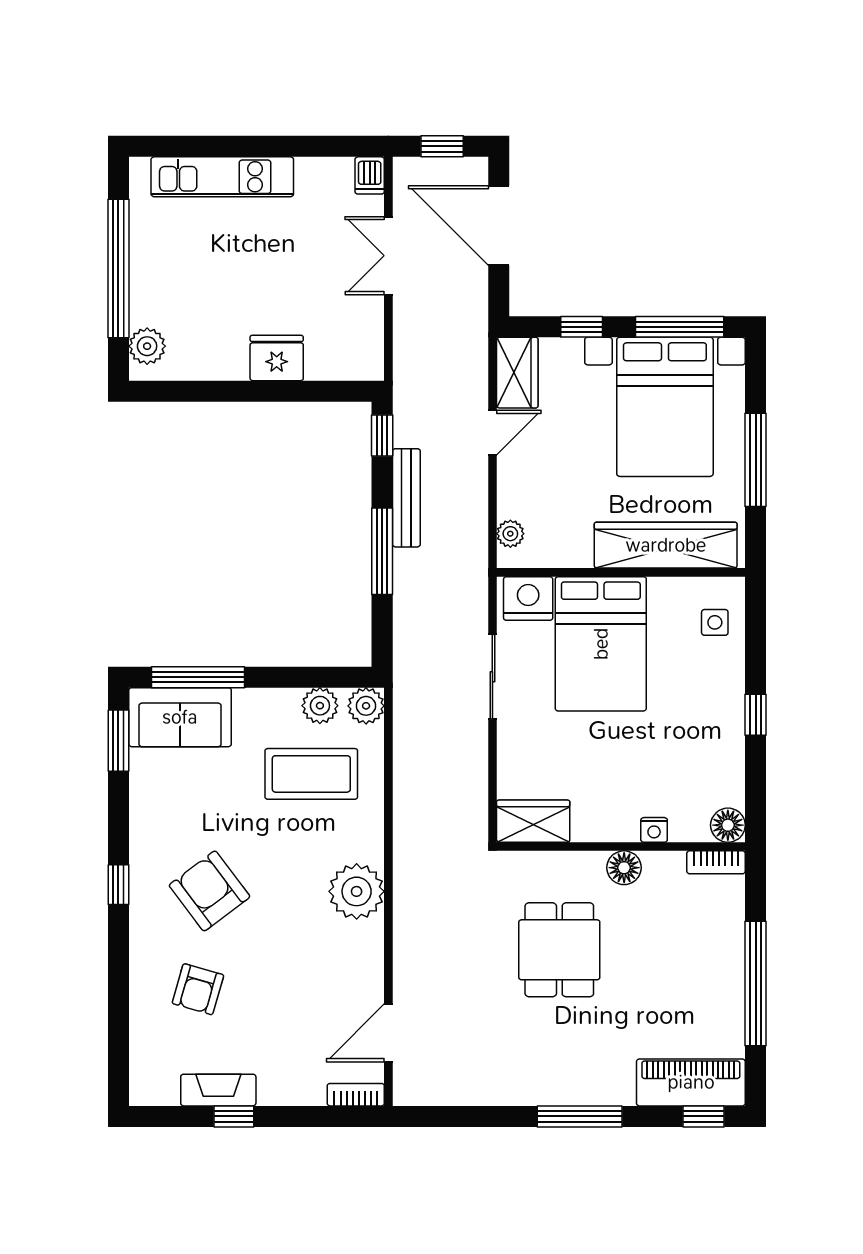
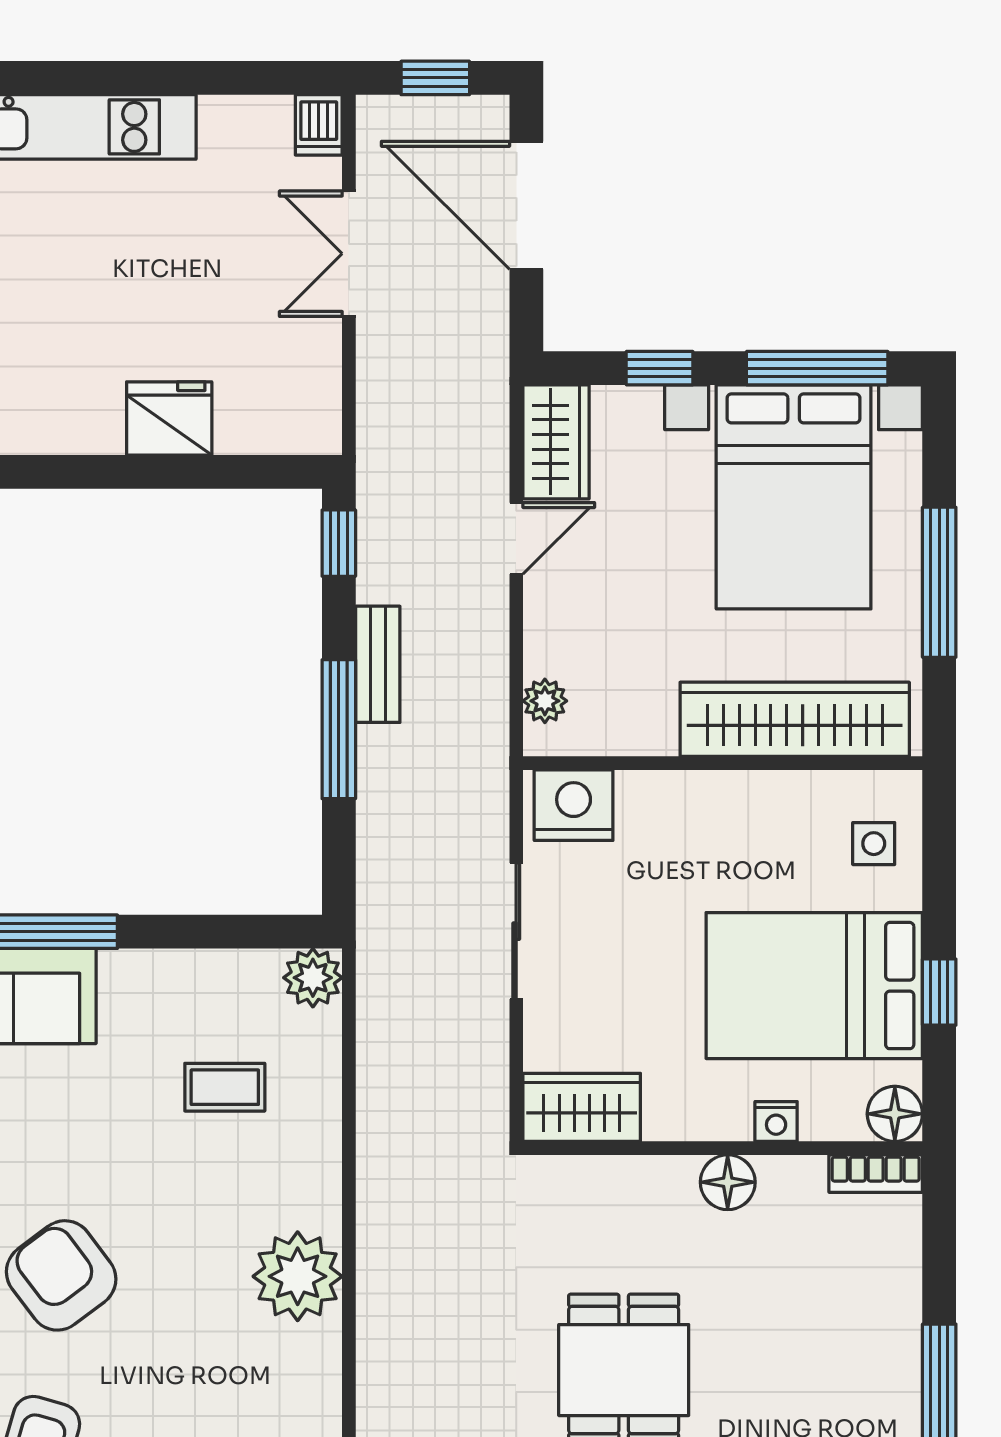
bench: (406, 498) -> (378, 664), width x0.73
bed: (601, 644) -> (814, 986), moved, turned 90
plant: (320, 706) -> (239, 977), removed
coffee table: (311, 774) -> (225, 1087), width x0.54, depth x0.58
wardrobe: (533, 821) -> (582, 1107), moved
floor lamp: (728, 825) -> (895, 1114), moved
nightstand: (654, 830) -> (776, 1121), moved
wall: (621, 847) -> (723, 1148), moved
bookcase: (716, 862) -> (876, 1174), moved
floor lamp: (624, 868) -> (728, 1182), moved

